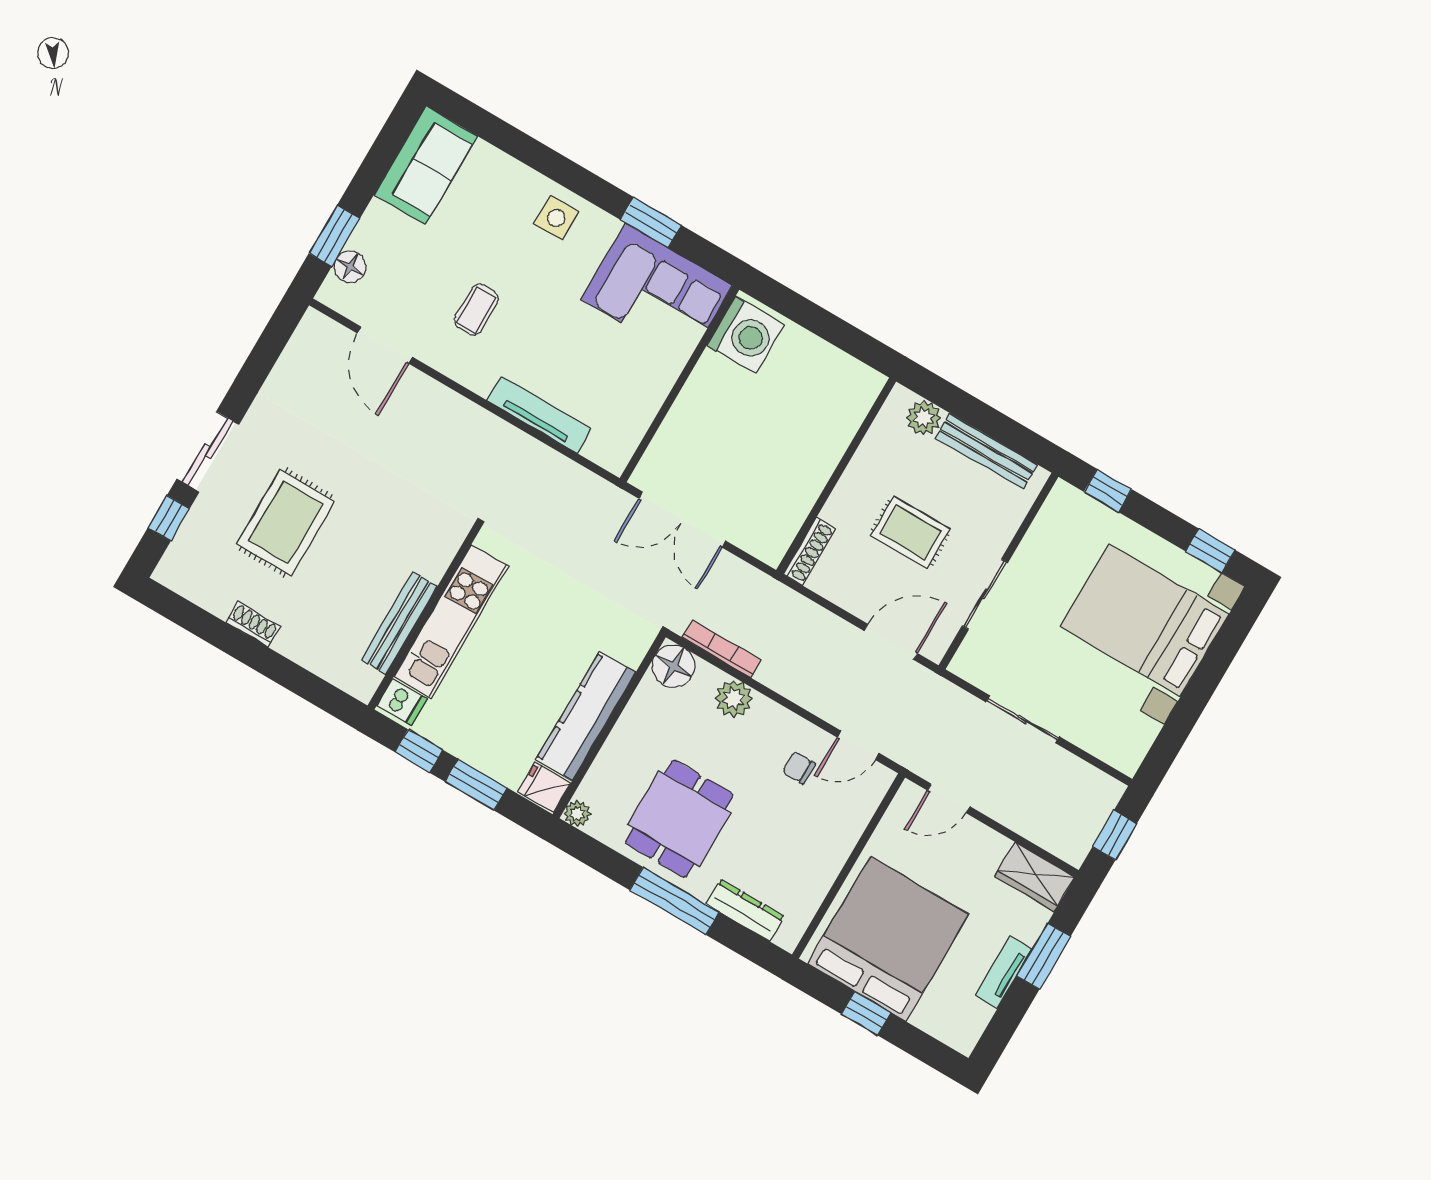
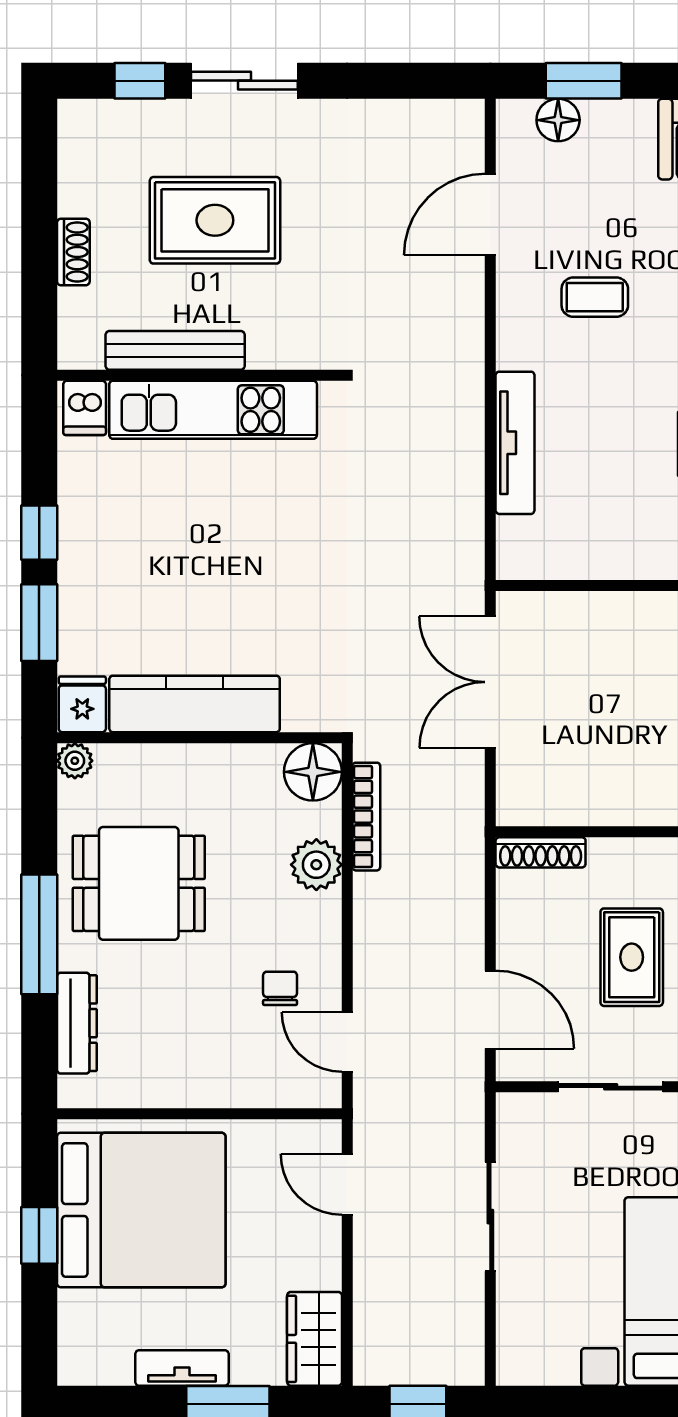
wall: (424, 617) -> (199, 375), moved
kitchen unit: (451, 621) -> (213, 410), moved
bench: (399, 623) -> (175, 350), moved
dishwasher: (402, 702) -> (85, 408), moved

